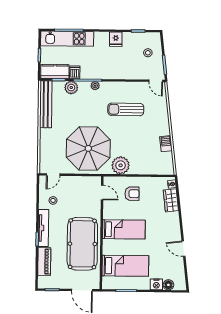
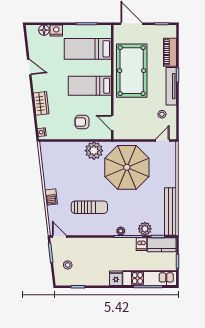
fridge: (116, 39) -> (116, 278), moved
barbecue: (166, 144) -> (51, 197), moved
wardrobe: (171, 200) -> (41, 103), moved

